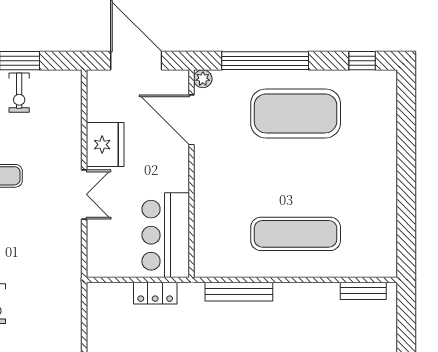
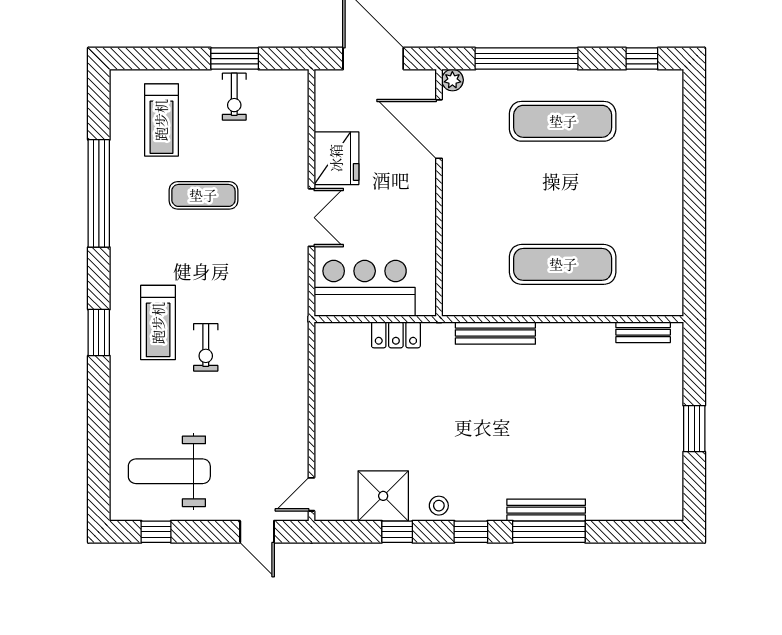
exercise mat: (296, 113) -> (563, 121), width x0.68
bar counter: (166, 235) -> (365, 288), moved, turned 90

